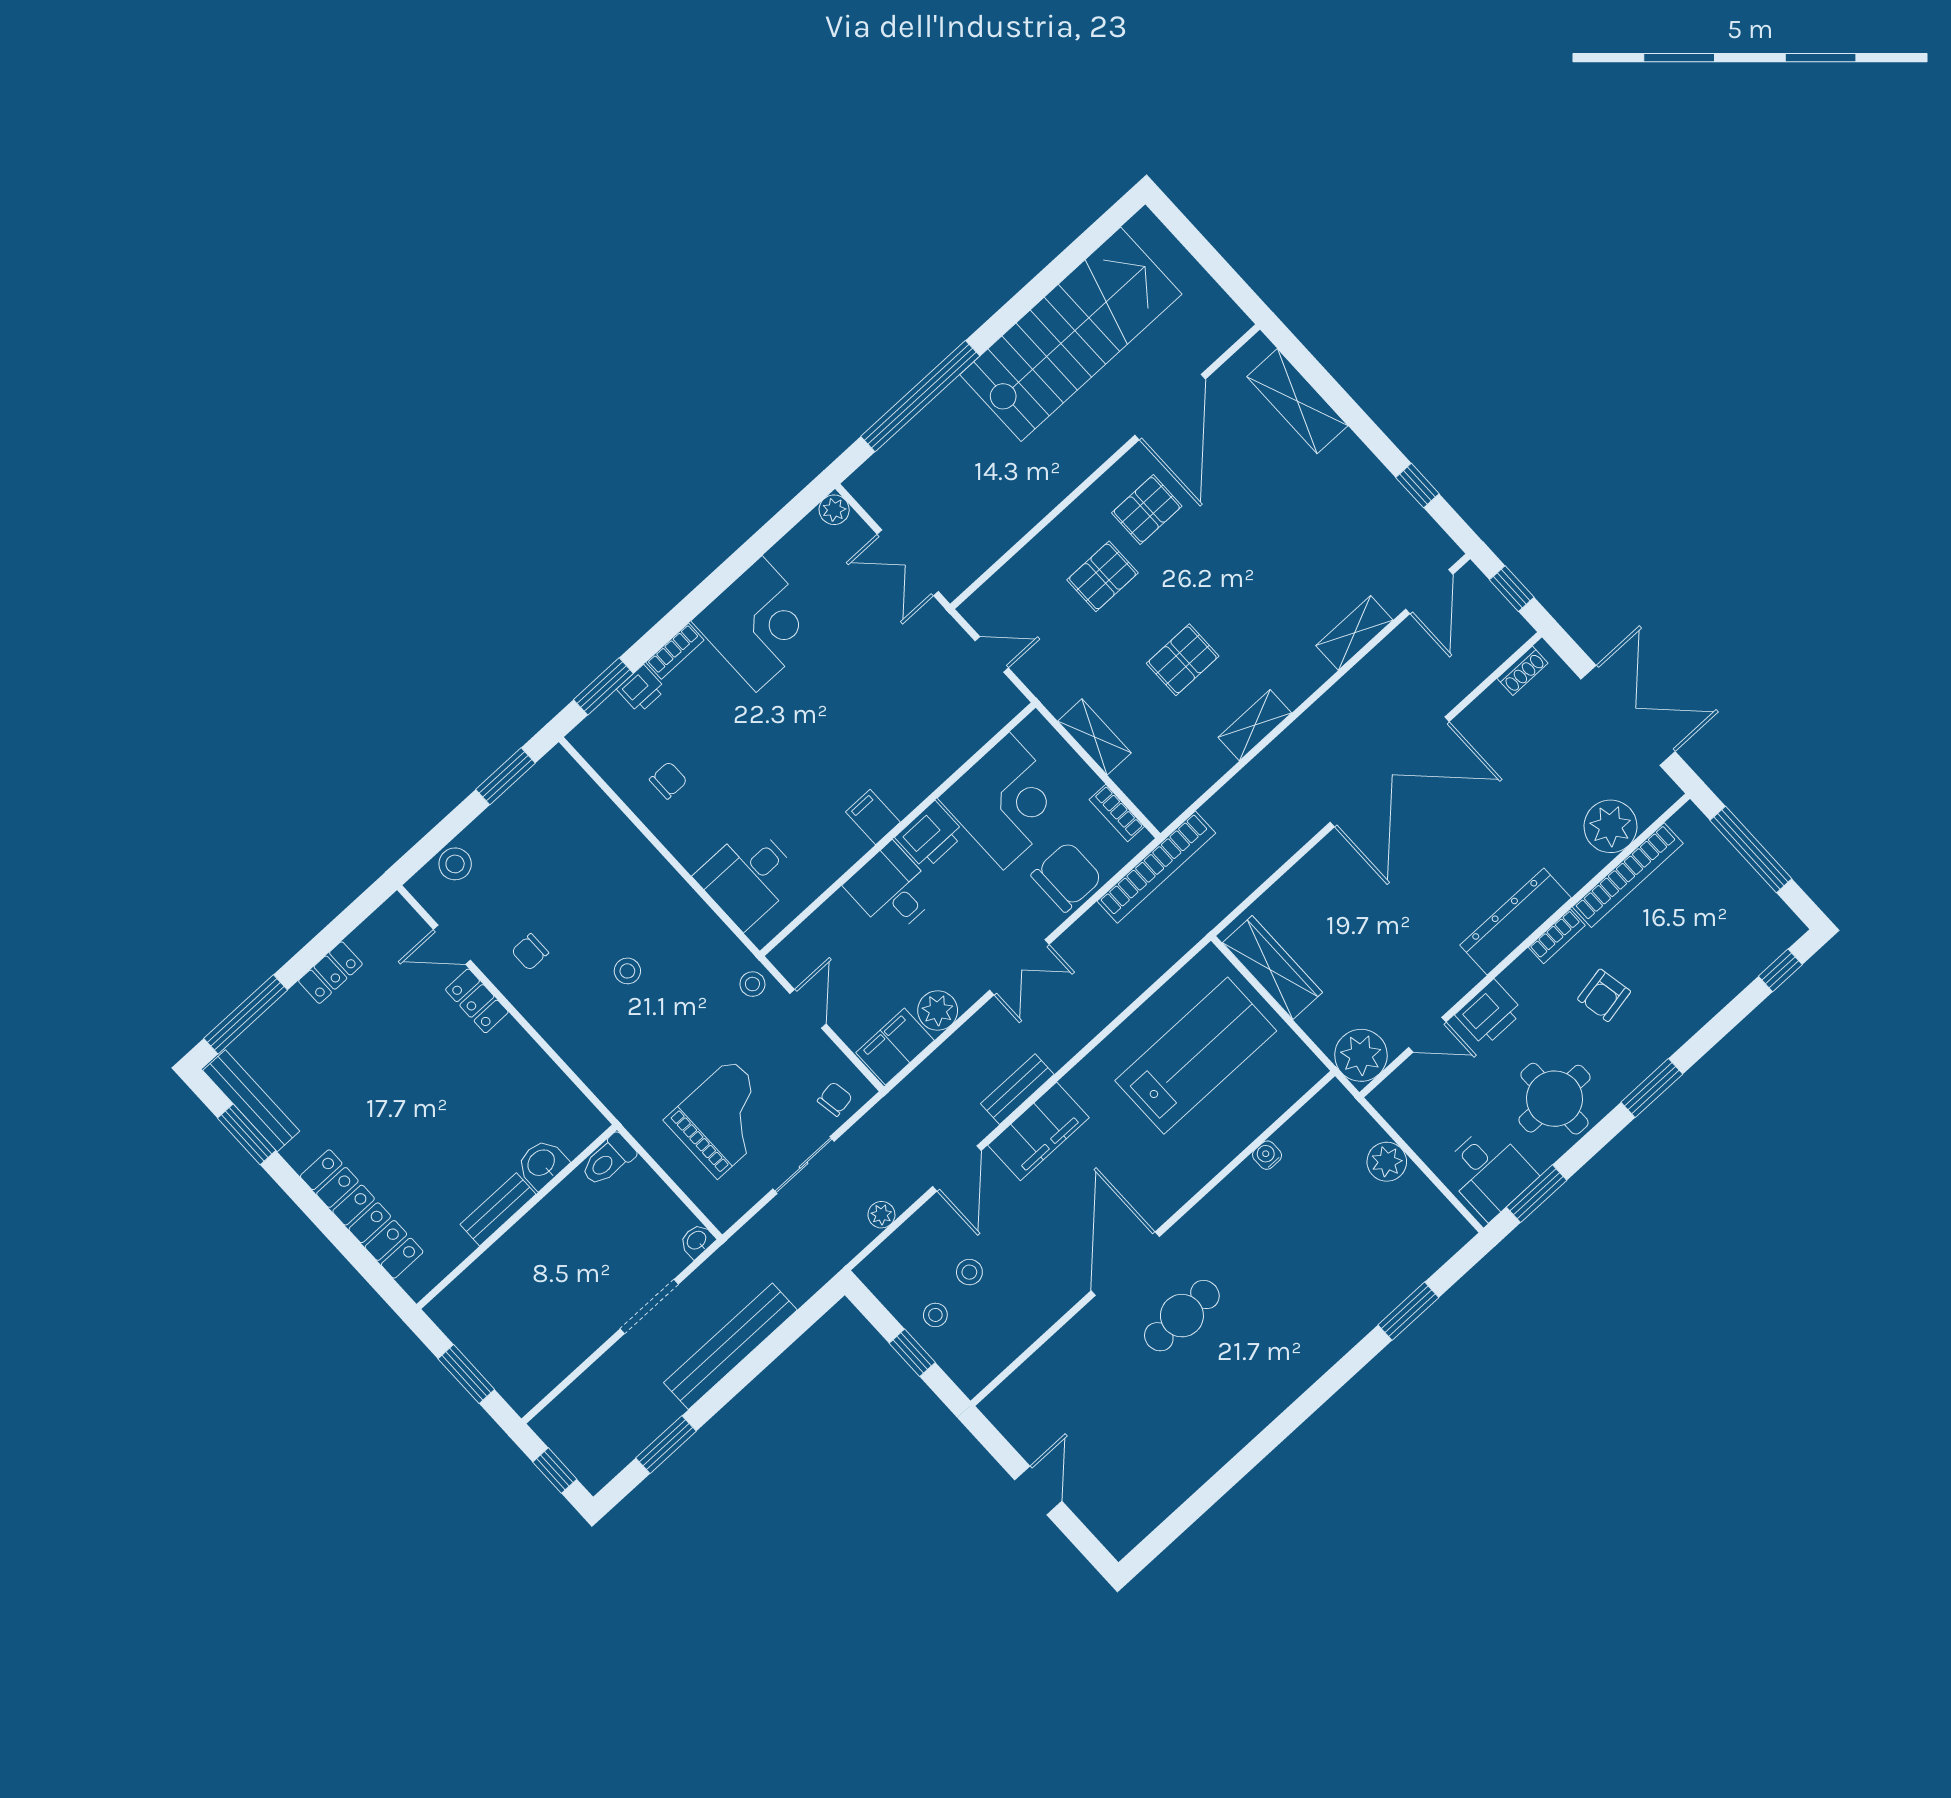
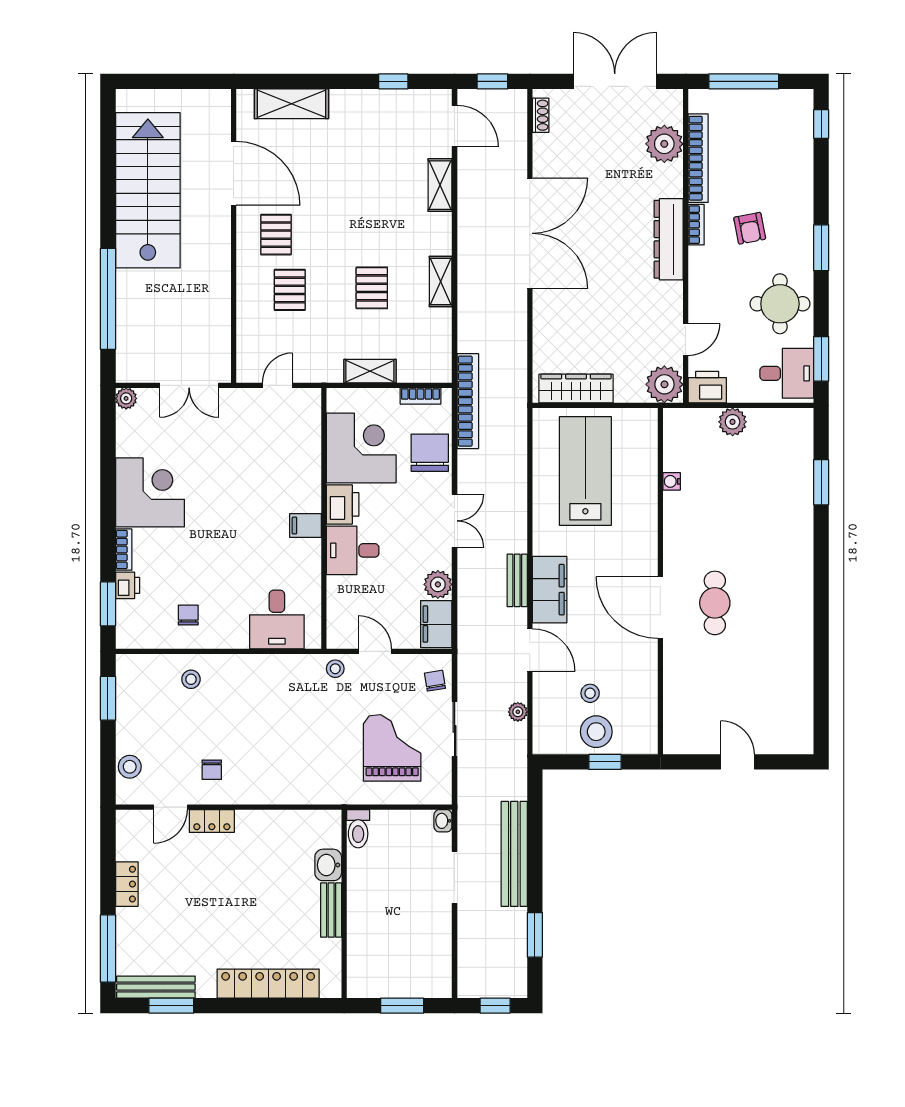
stool: (627, 971) -> (191, 679), moved
printer: (1489, 1013) -> (707, 387), moved, turned -90
stool: (935, 1315) -> (596, 732), width x1.89, depth x1.89

